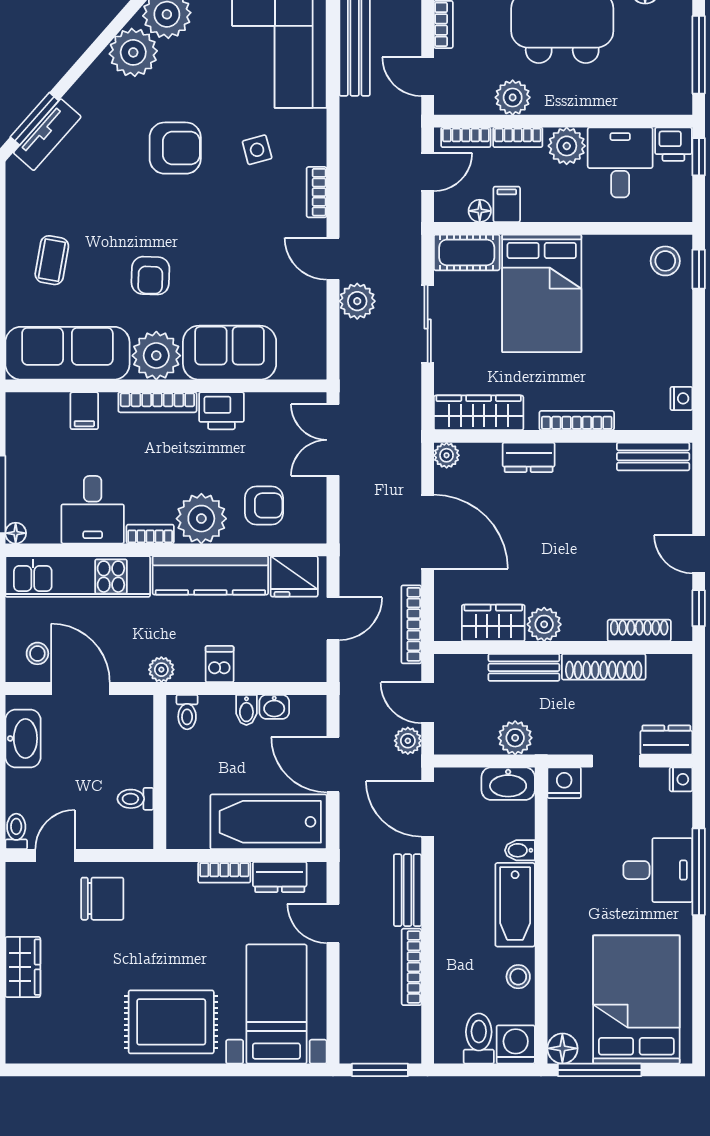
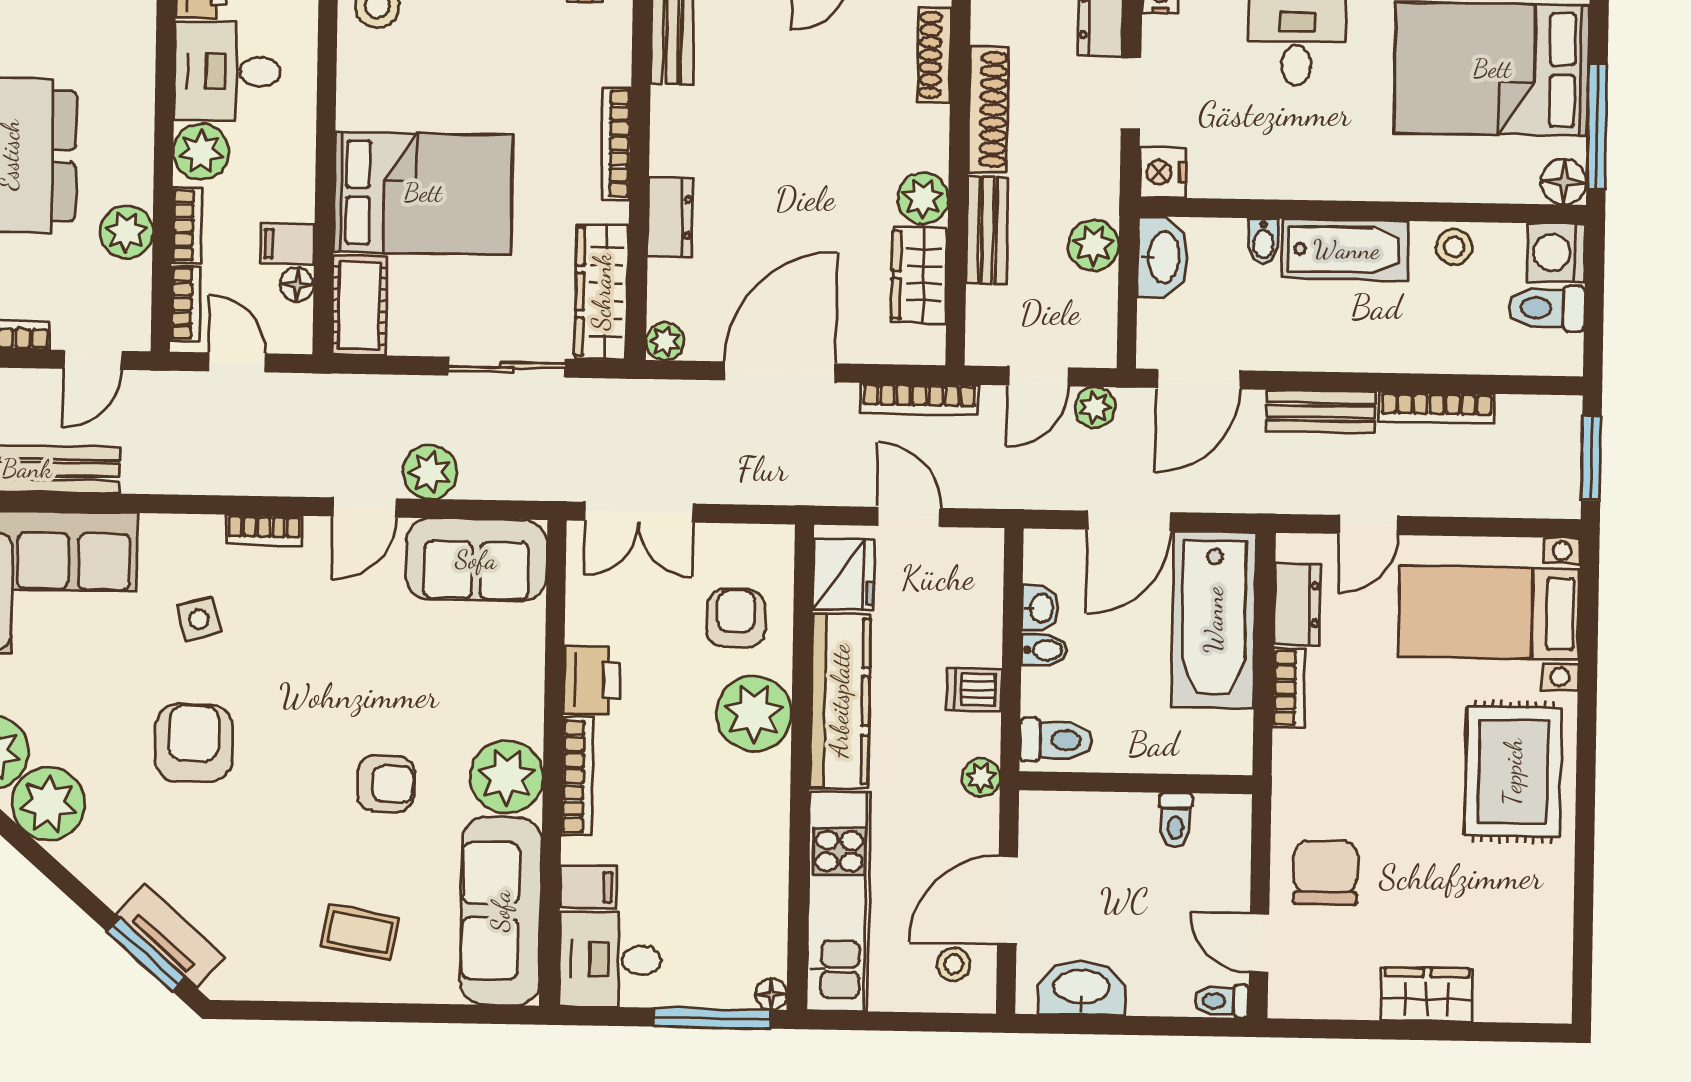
sliding door: (428, 324) -> (507, 367), moved
sofa: (230, 353) -> (476, 560), moved, turned -90
desk: (93, 510) -> (610, 960), moved, turned 180
bookcase: (150, 534) -> (776, 791), removed
toilet: (187, 712) -> (1056, 740), width x1.37, depth x1.39

